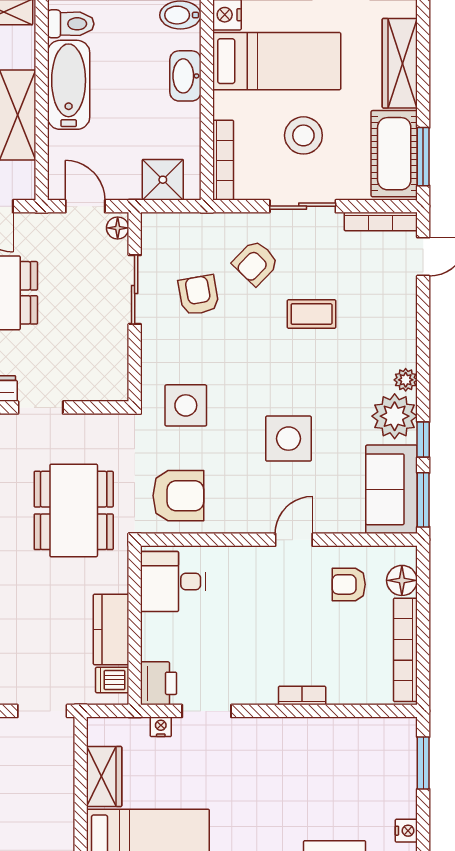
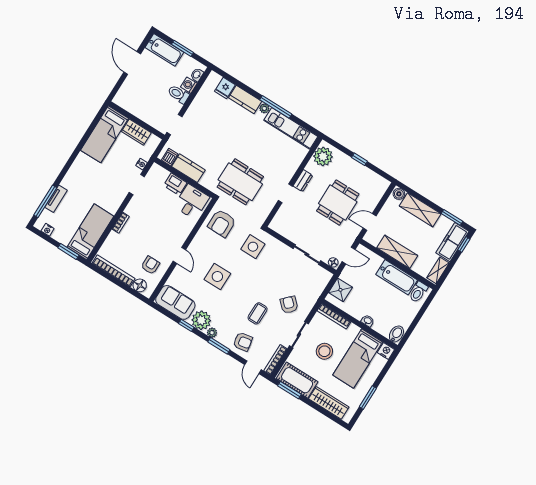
washbasin: (185, 76) -> (368, 321), width x0.52, depth x0.69
armchair: (199, 295) -> (243, 342), moved
window: (423, 500) -> (219, 346), moved
printer: (159, 683) -> (175, 184), moved
bed: (357, 744) -> (90, 232), added

